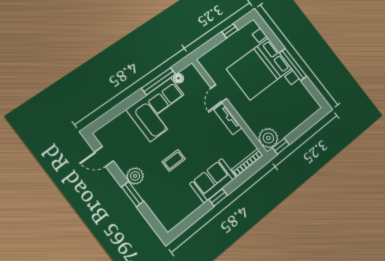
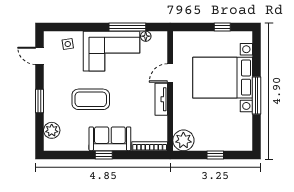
side table: (121, 129) -> (68, 44), added
window: (281, 146) -> (215, 155), moved
coffee table: (174, 160) -> (91, 99), width x1.86, depth x1.72
plant: (135, 176) -> (52, 130), moved

